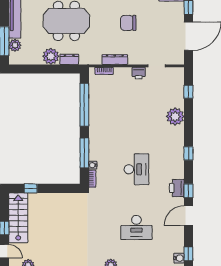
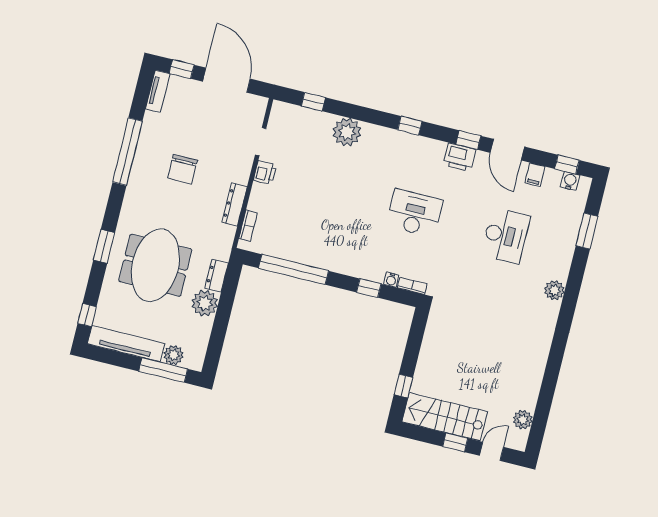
window: (84, 153) -> (369, 288), width x0.46
filing cabinet: (178, 236) -> (535, 175), added

